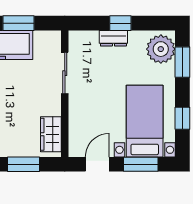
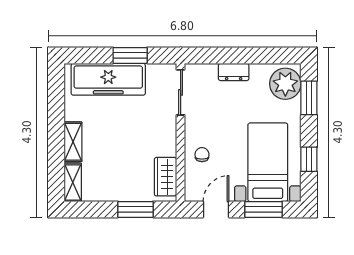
window: (120, 23) -> (241, 55), removed
sliding door: (65, 73) -> (181, 92), moved
chair: (84, 114) -> (202, 155), added

